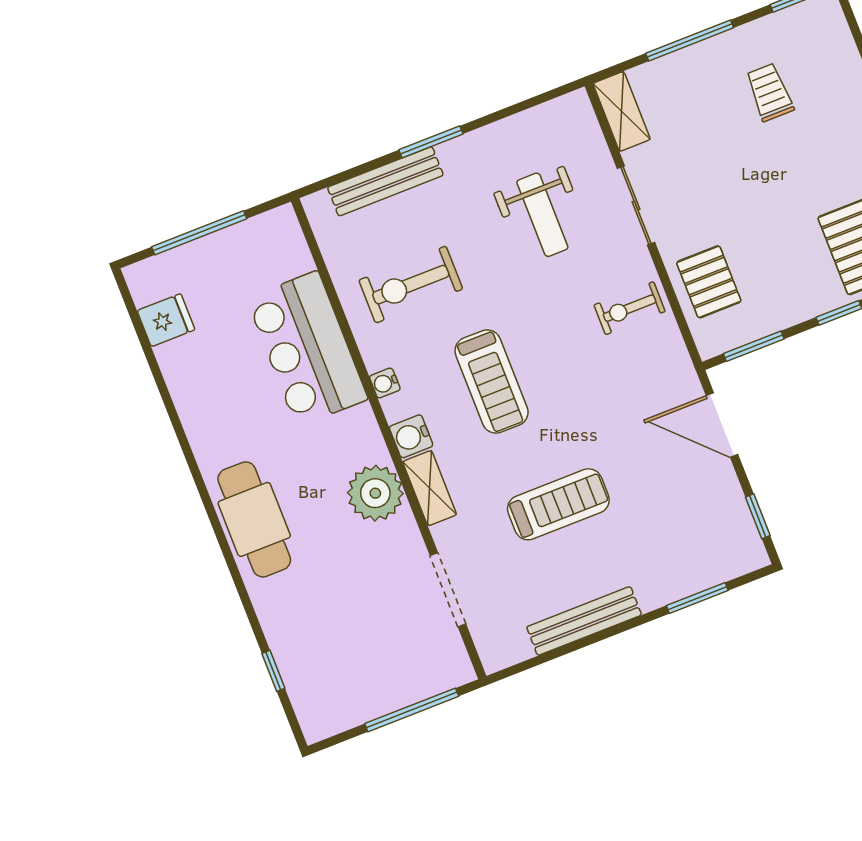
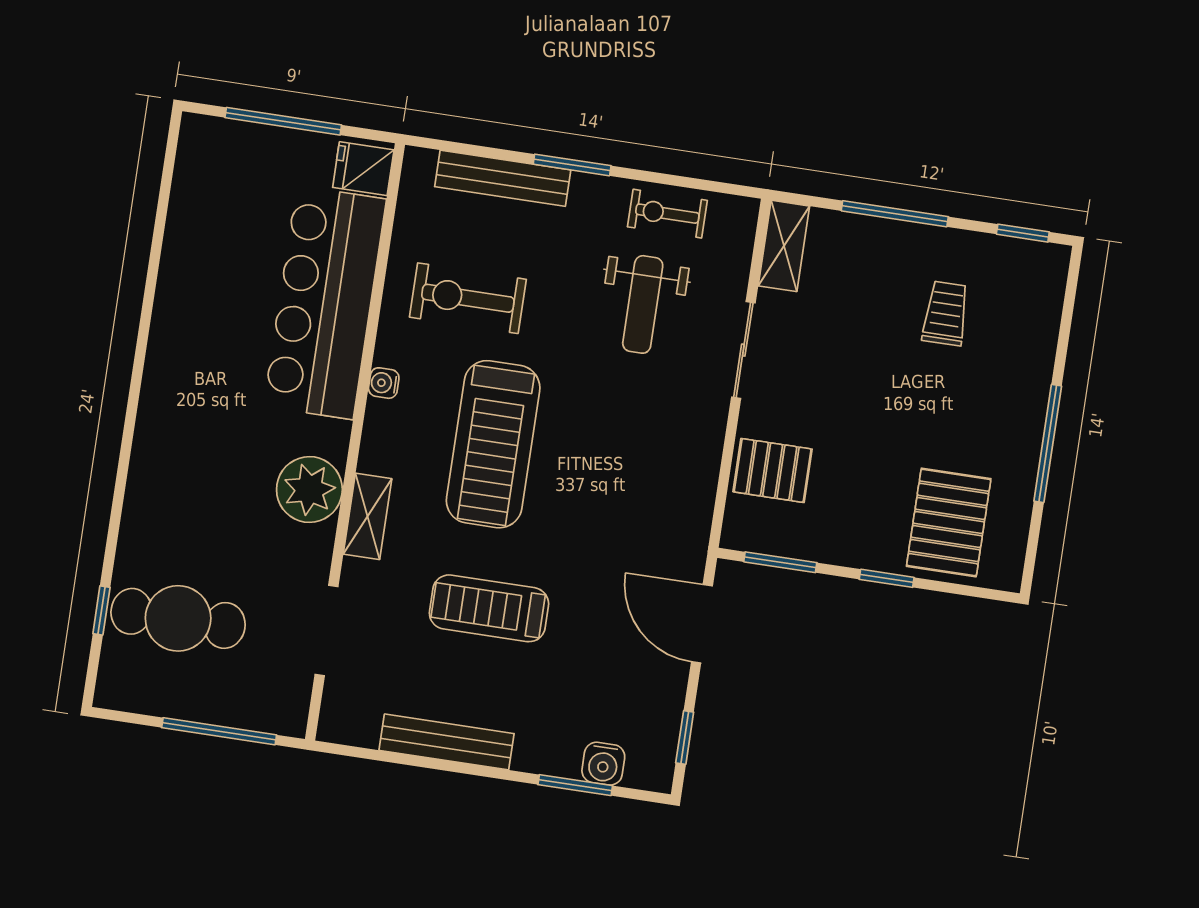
pallet: (709, 282) -> (773, 470), turned 90
exercise bike: (630, 308) -> (667, 214), moved
fridge: (166, 320) -> (363, 169), moved, turned 180
bar counter: (307, 349) -> (325, 303), width x1.36
treadmill: (492, 382) -> (493, 444), width x1.37, depth x1.38
water cooler: (411, 436) -> (603, 764), moved, turned -90
treadmill: (558, 504) -> (489, 608), turned 180
cafe table: (254, 519) -> (178, 618), moved, turned 90

